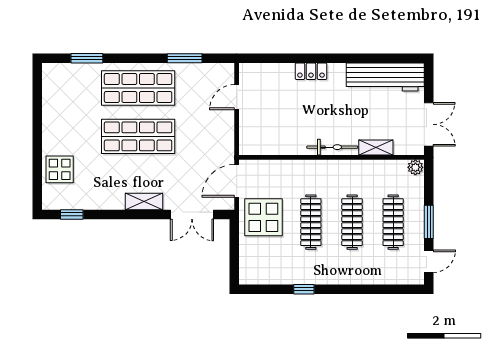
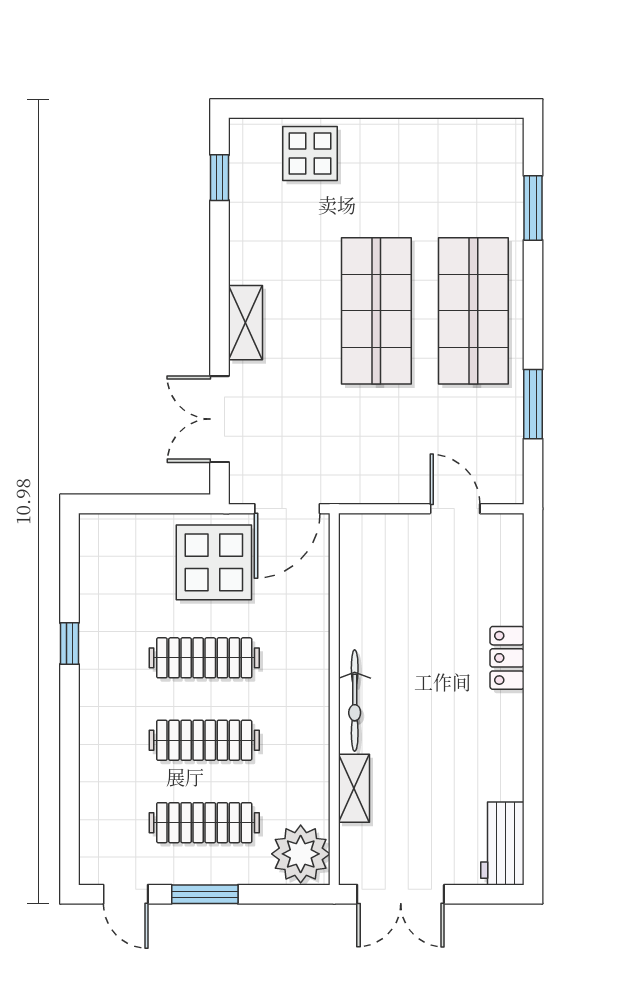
workbench: (385, 77) -> (502, 843), width x0.53, depth x0.76
plant: (415, 167) -> (301, 854), width x1.88, depth x1.88
door: (237, 181) -> (287, 509), swing flipped

